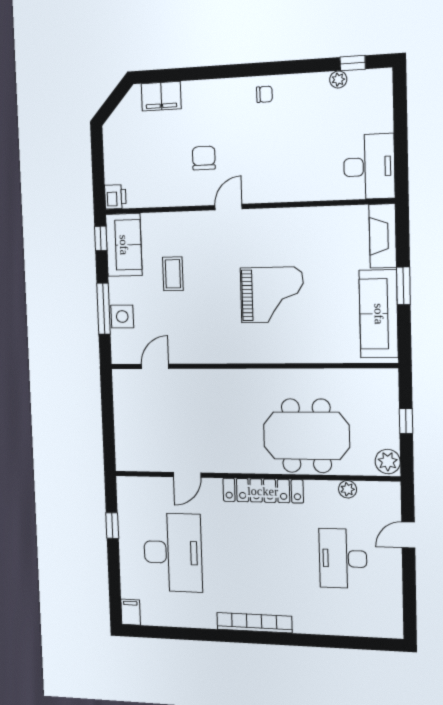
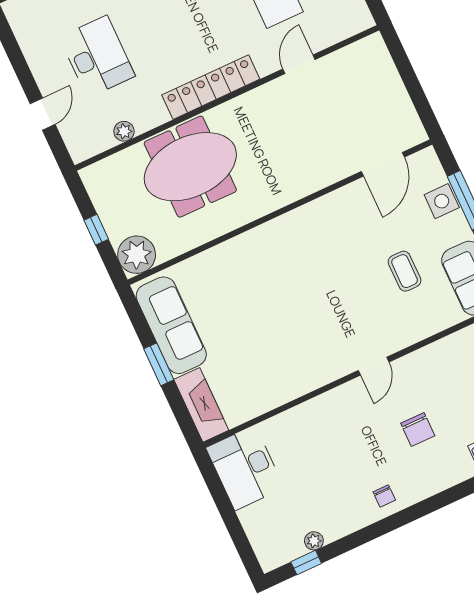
chair: (264, 94) -> (384, 496), turned -90
chair: (204, 158) -> (418, 429), moved
grand piano: (272, 295) -> (289, 296), removed
door: (155, 366) -> (383, 164), width x1.38
plant: (388, 462) -> (137, 255), moved, width x1.36, depth x1.36

